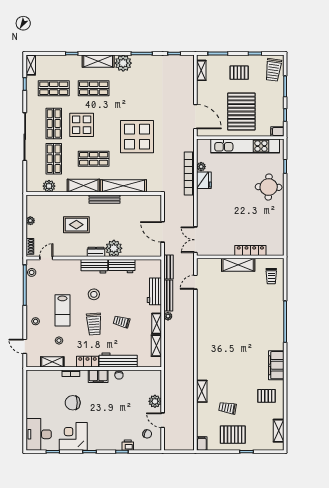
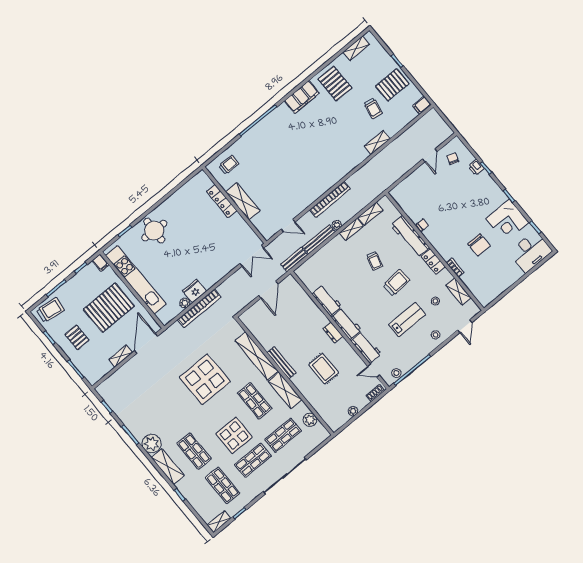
shelving: (201, 70) -> (121, 356), moved
plant: (114, 248) -> (317, 320), removed
workbench: (154, 291) -> (366, 347), moved, turned -90
stool: (94, 294) -> (371, 304), removed
bookcase: (189, 326) -> (330, 199), added
filing cabinet: (98, 376) -> (438, 242), removed
pallet: (266, 396) -> (335, 84), width x1.50, depth x1.42
plant: (155, 401) -> (419, 175), removed
pallet: (233, 435) -> (392, 85), turned 90

